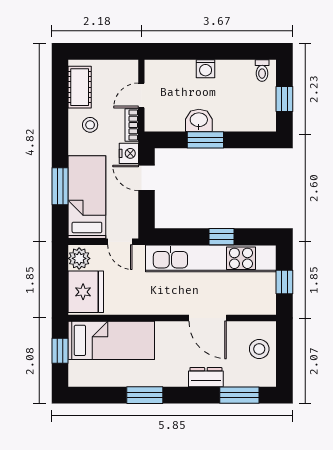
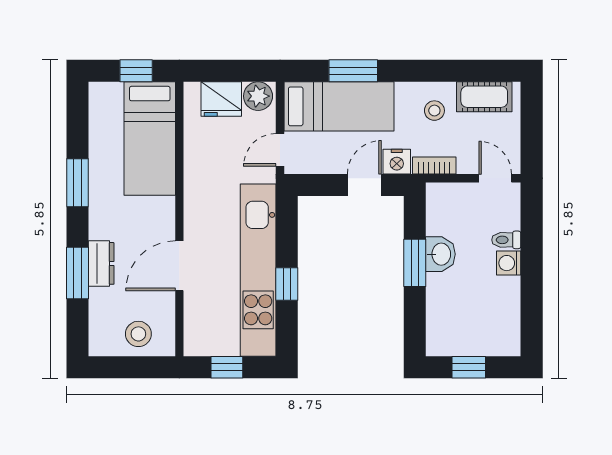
toilet: (262, 70) -> (506, 240), moved
door: (141, 96) -> (495, 178), moved
fridge: (86, 292) -> (221, 99), width x0.73, depth x0.75
window: (239, 395) -> (77, 273), moved

